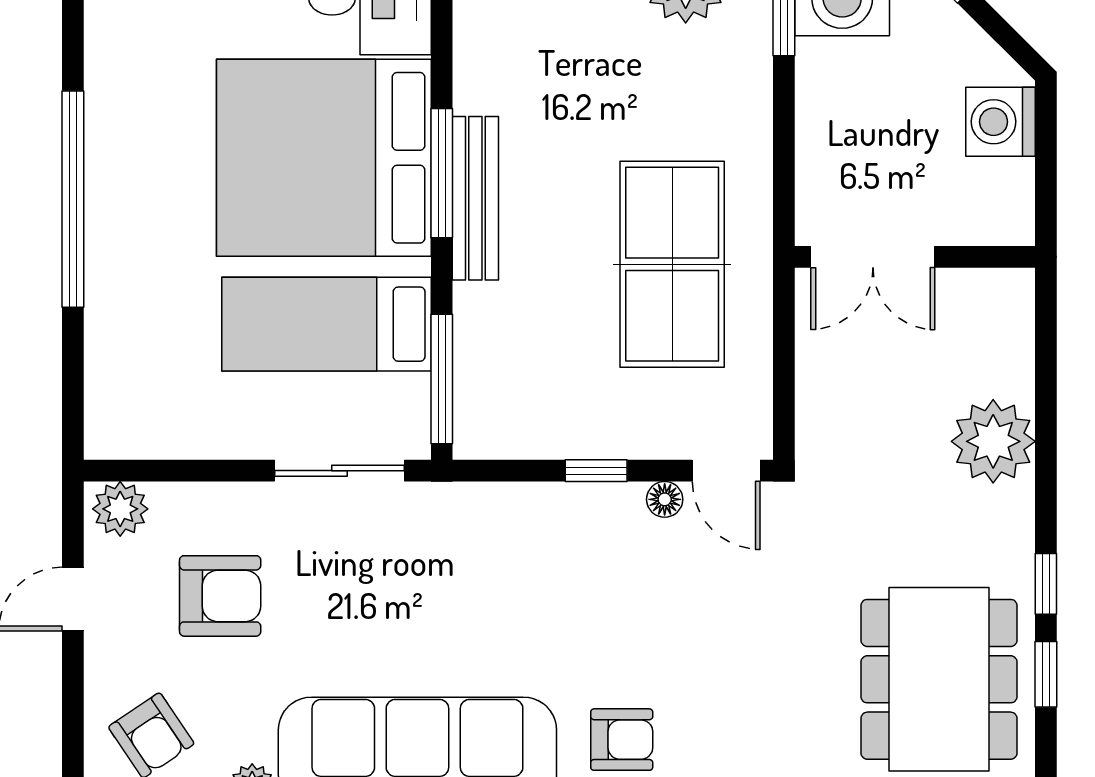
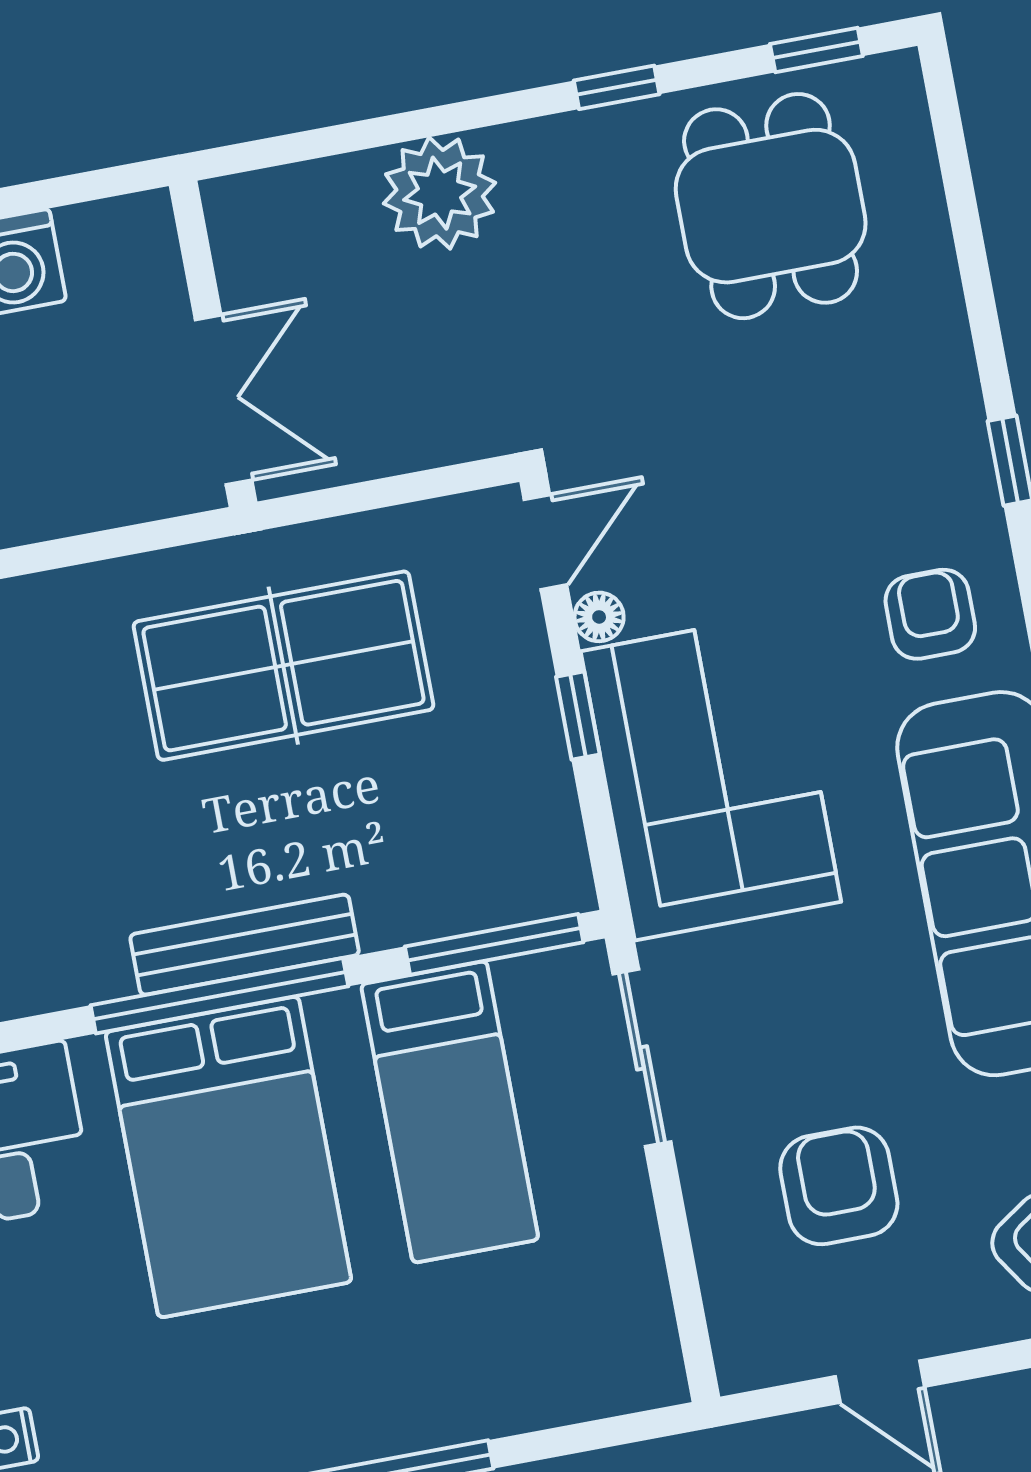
bed: (324, 158) -> (228, 1157), width x0.73
window: (442, 173) -> (219, 996), width x1.46
plant: (120, 509) -> (748, 1341), removed
corner sofa: (534, 559) -> (711, 777), added
window: (1046, 674) -> (816, 50), moved
dining table: (939, 679) -> (771, 206), width x0.73

